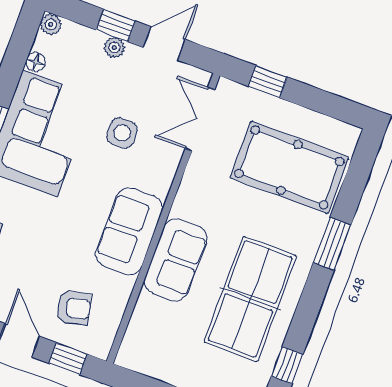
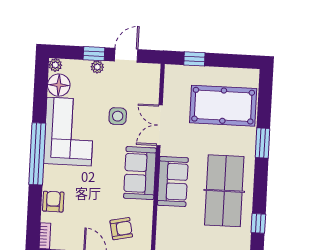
floor lamp: (36, 62) -> (59, 85), width x1.89, depth x1.89
double door: (200, 119) -> (160, 125), moved

